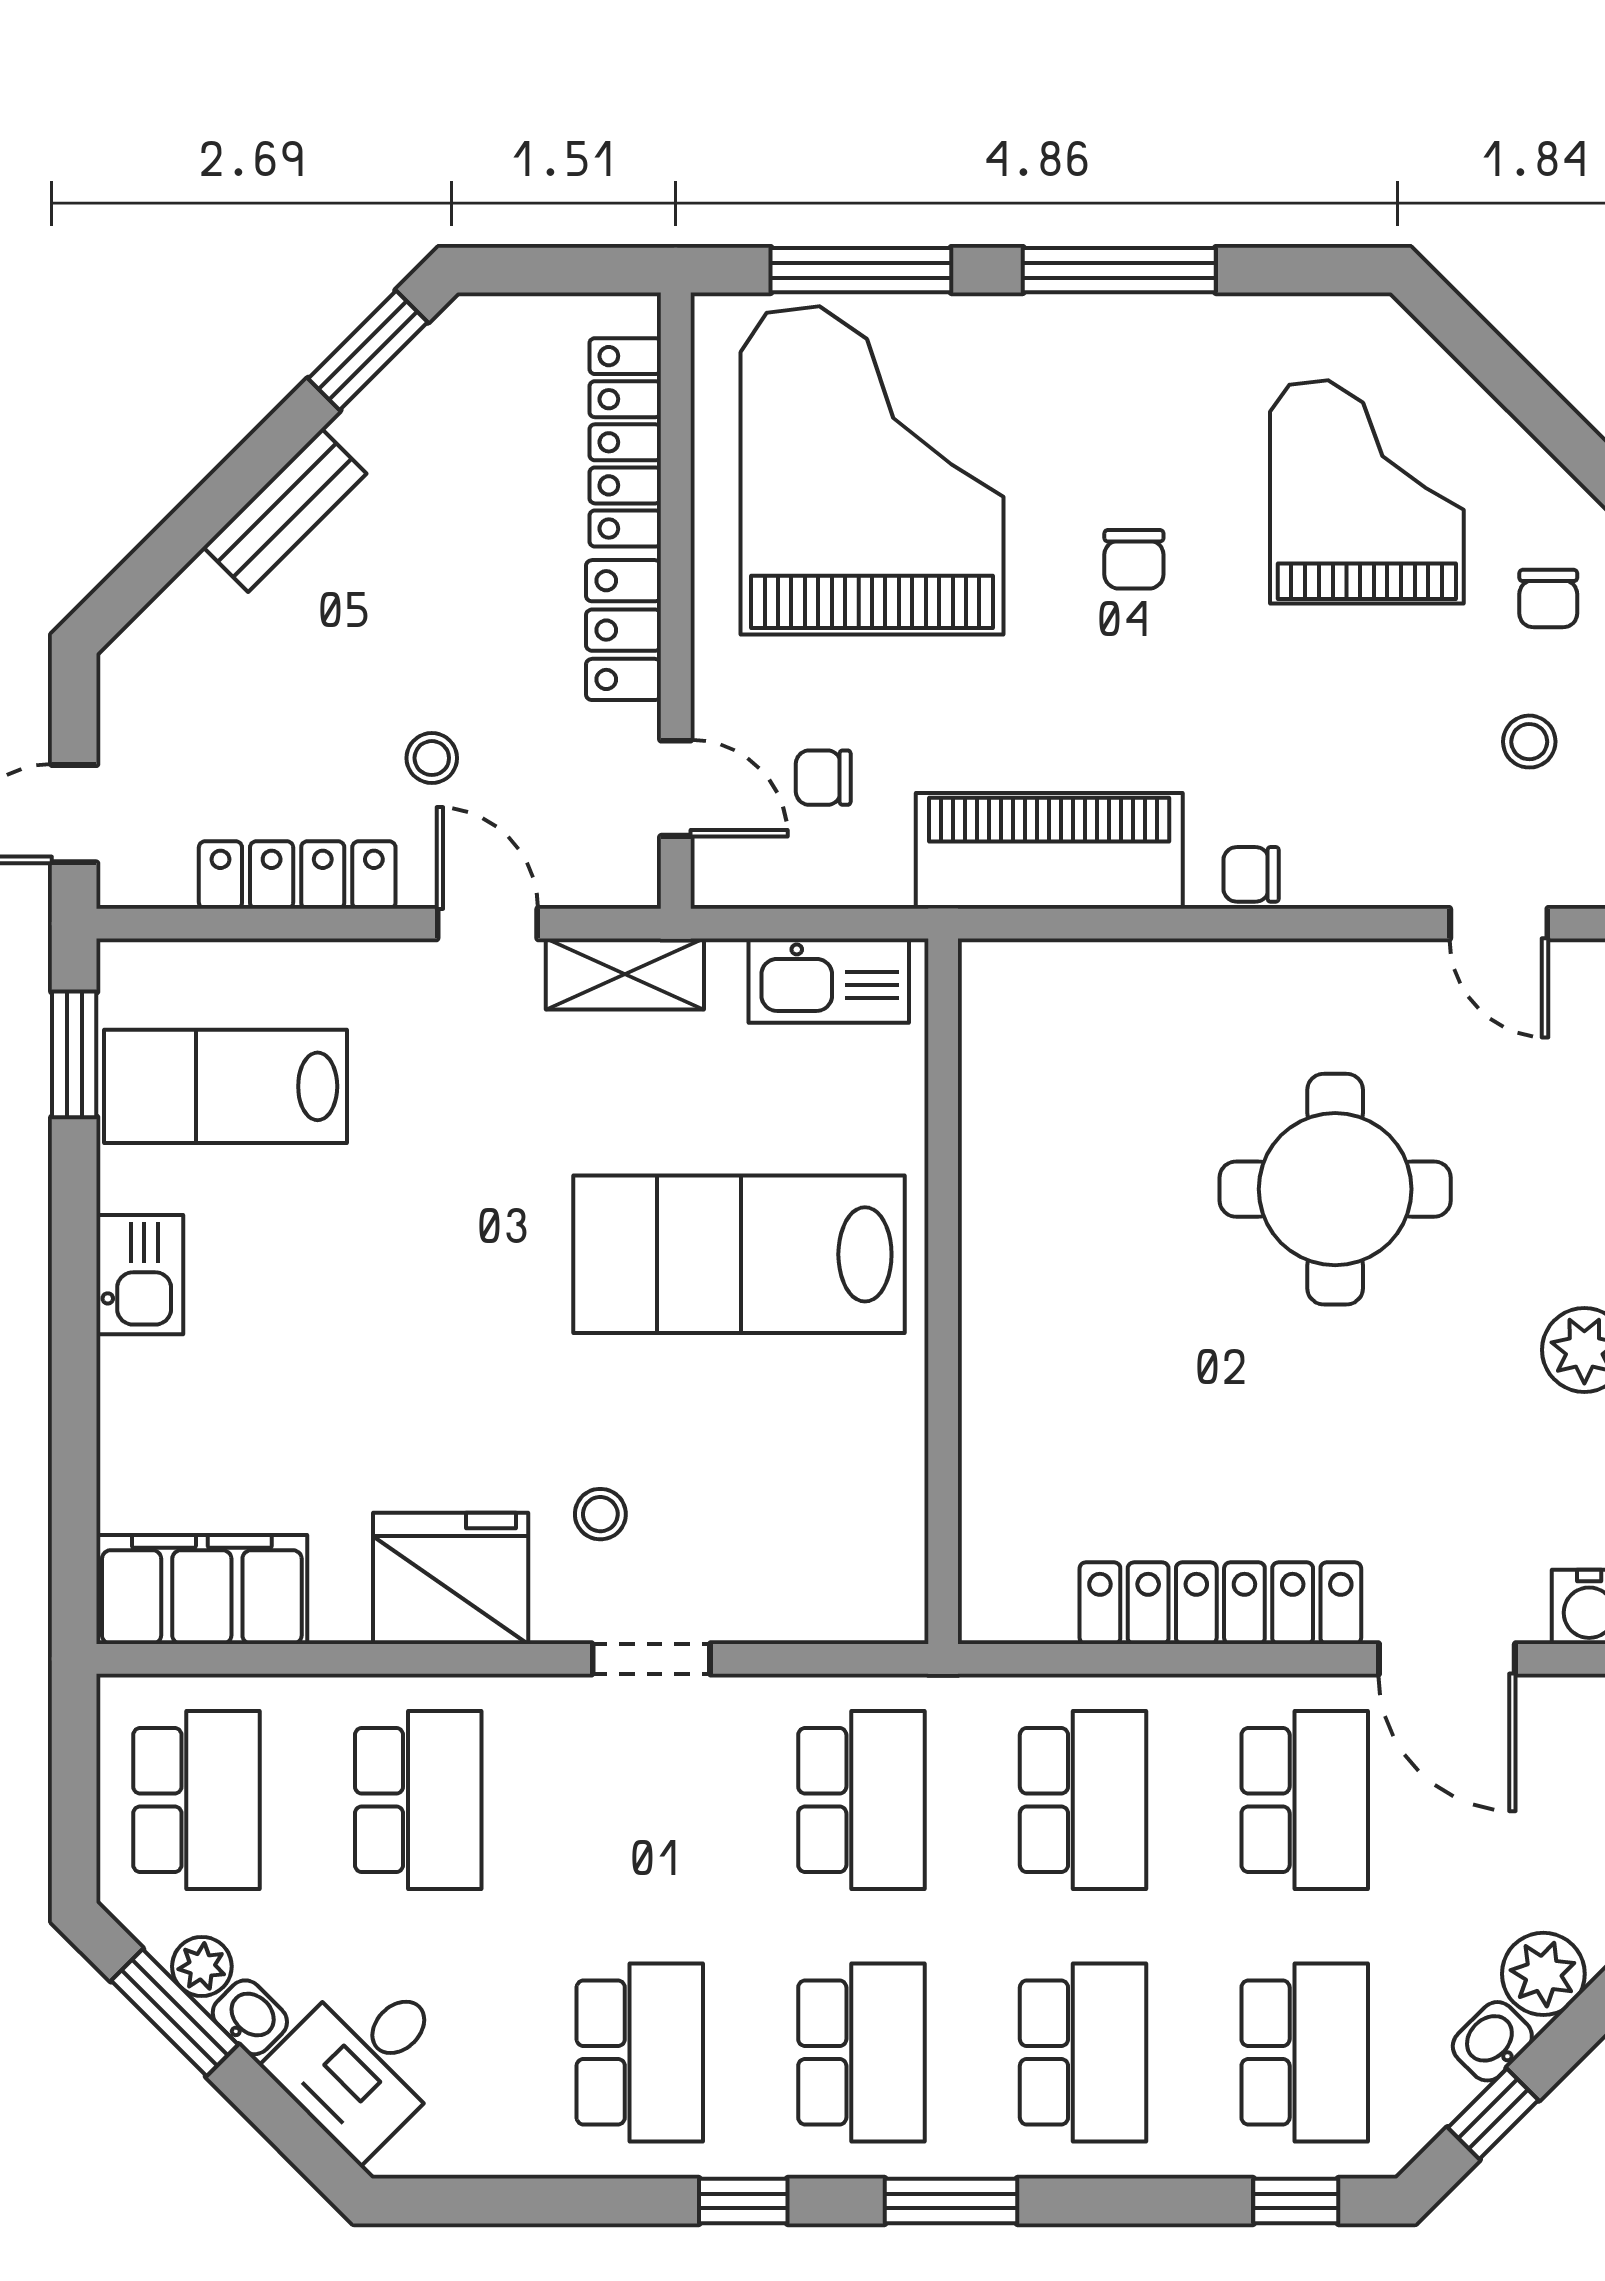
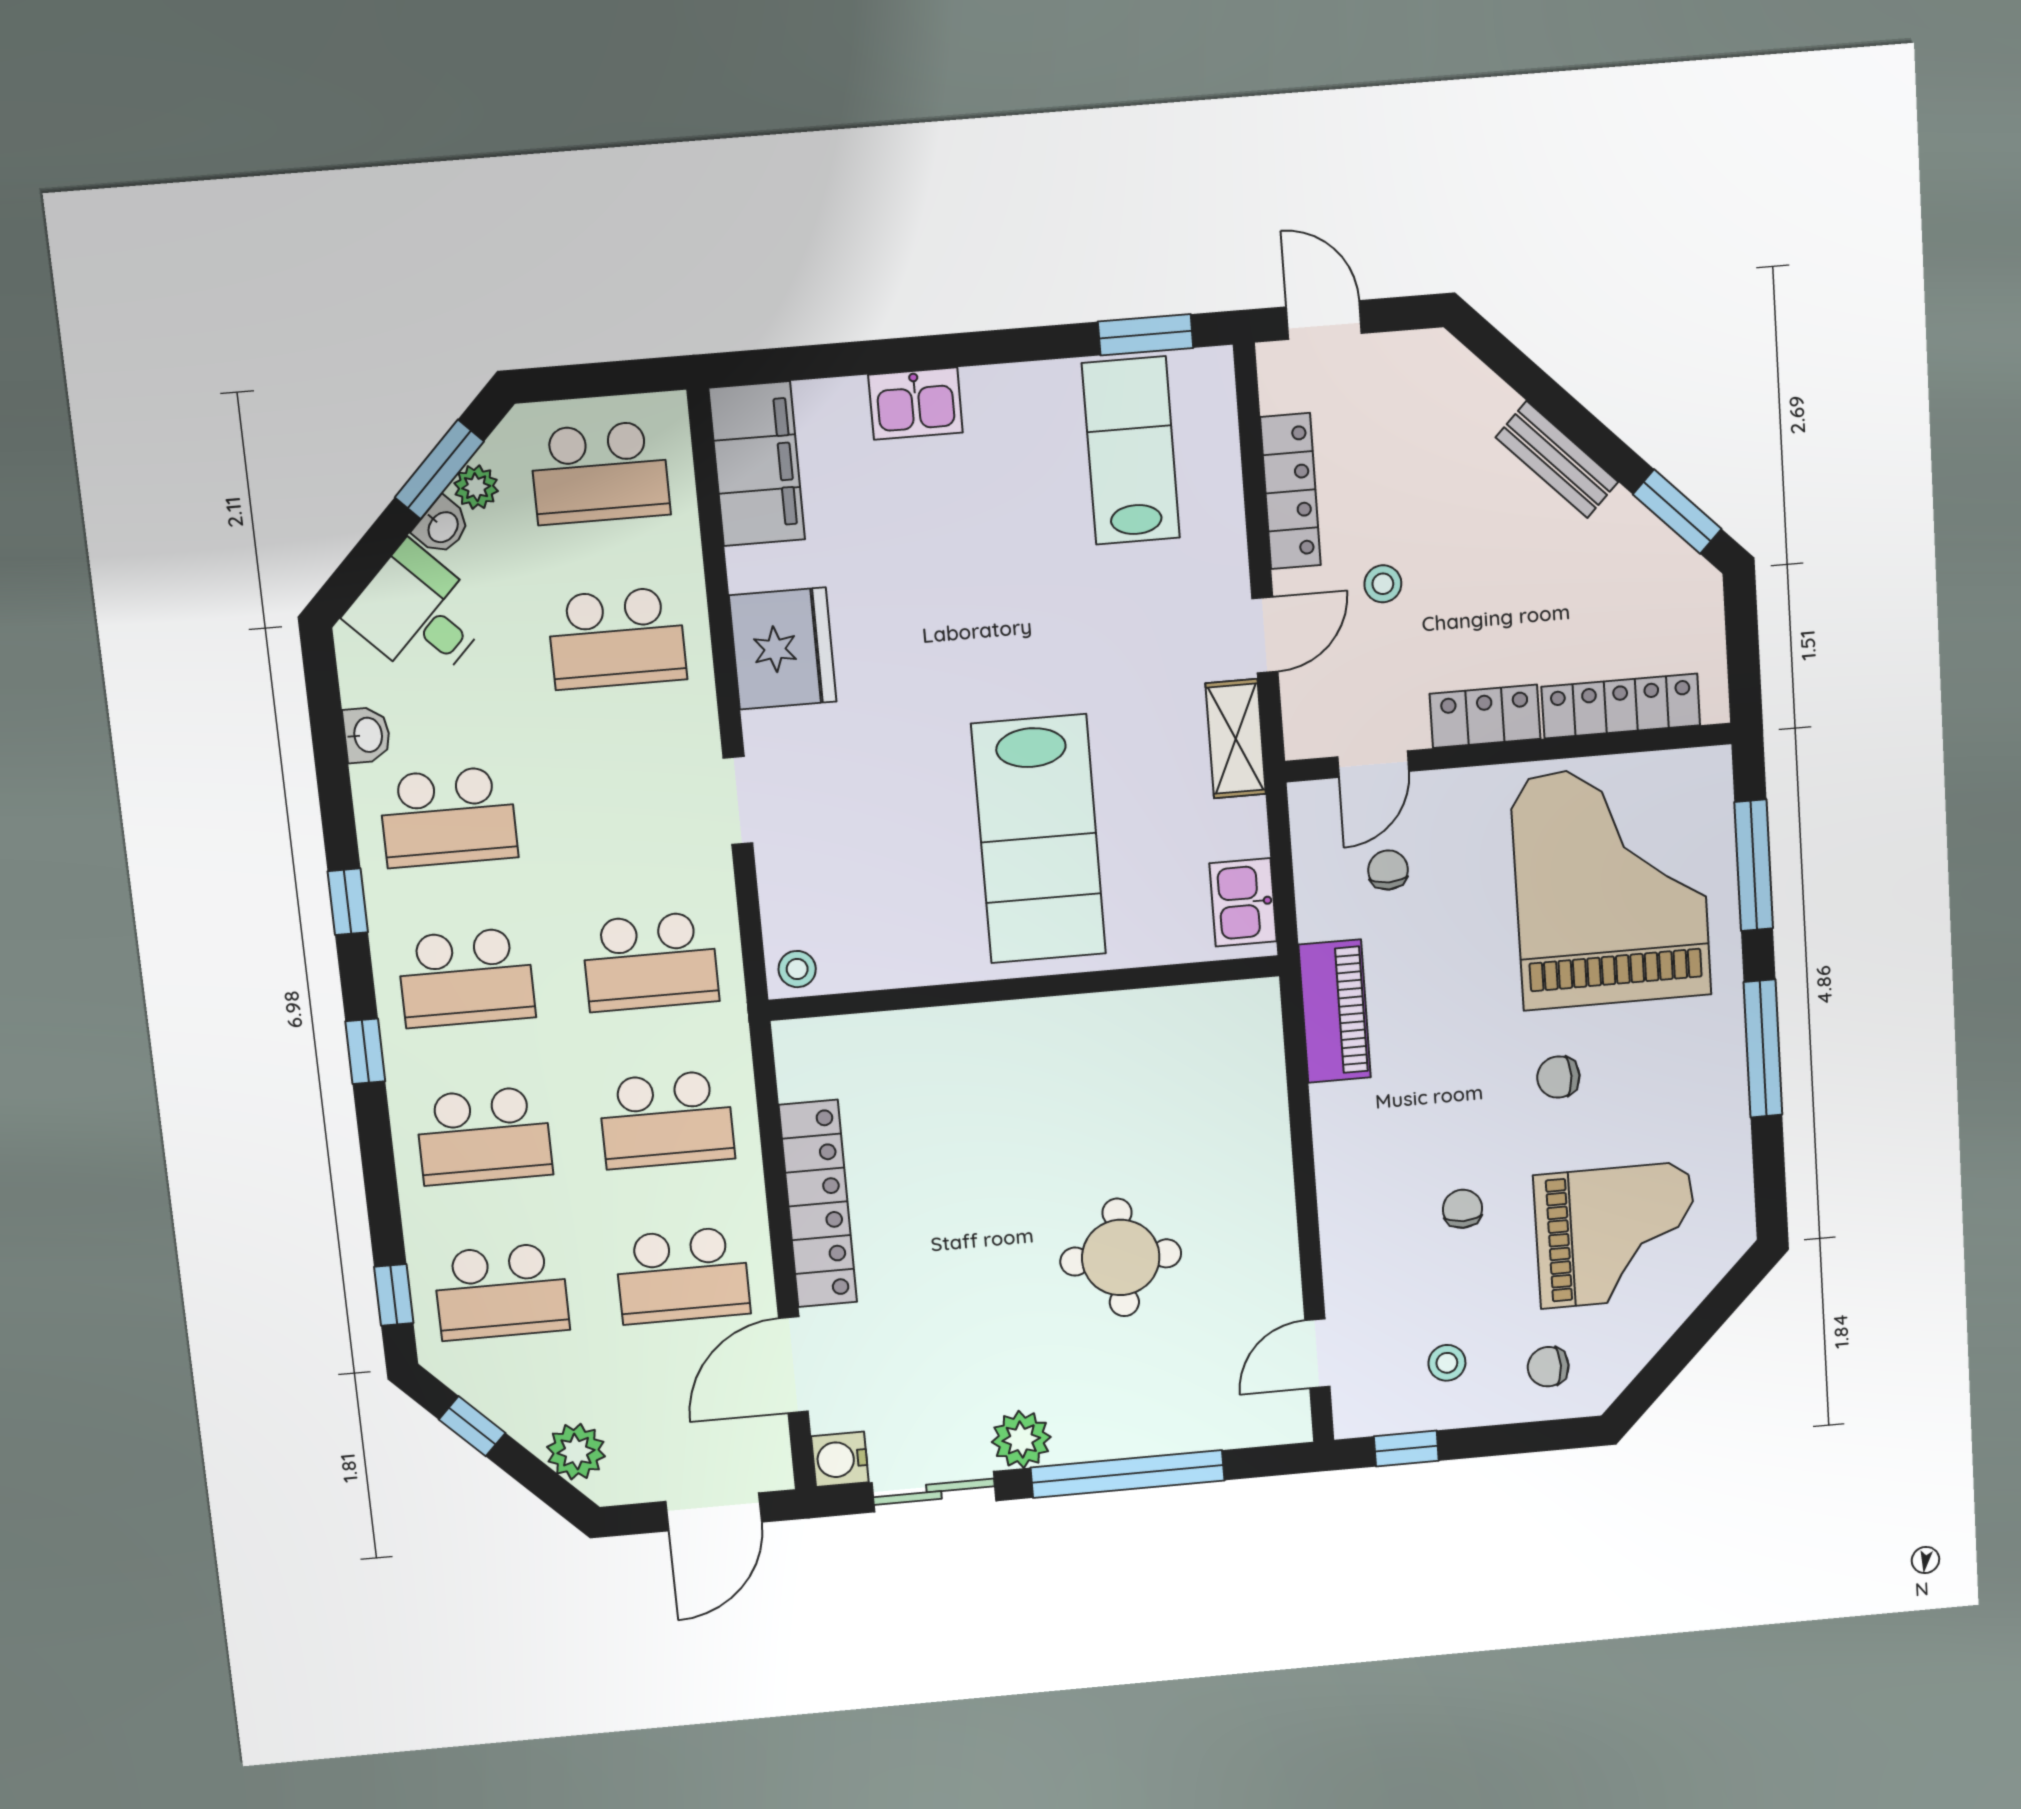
grand piano: (872, 470) -> (1611, 886), turned -90
piano: (1049, 851) -> (1335, 1011), width x0.73, depth x0.75
chair: (1251, 874) -> (1462, 1209), moved
kitchen sink: (829, 981) -> (1243, 902), width x0.73
round table: (1335, 1189) -> (1121, 1257), width x0.73, depth x0.73
lab bench: (739, 1254) -> (1039, 839), turned 180
kitchen sink: (140, 1275) -> (916, 404), moved
stool: (600, 1514) -> (797, 969), moved
washbasin: (1492, 2041) -> (367, 735), moved, turned 45
window: (951, 2201) -> (365, 1051), width x0.67

